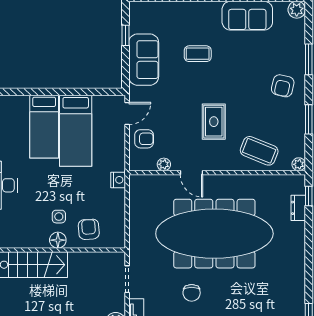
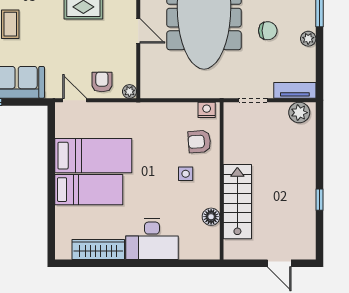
plant: (164, 164) -> (129, 91), moved
door: (191, 173) -> (138, 31), hinge flipped
nightstand: (118, 180) -> (207, 110), moved
floor lamp: (58, 240) -> (211, 217), moved

